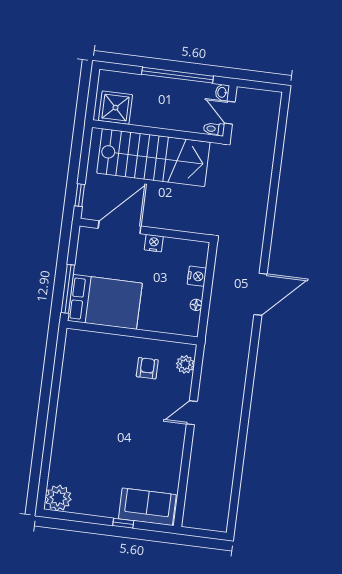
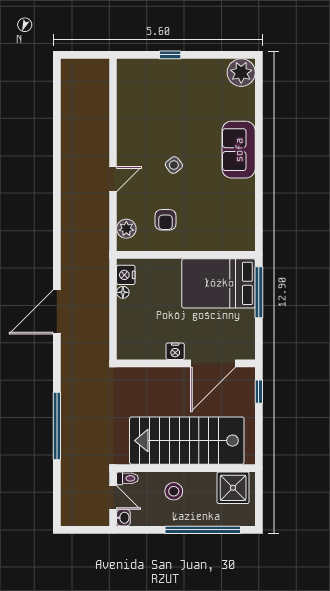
window: (177, 75) -> (203, 530), moved
stool: (172, 111) -> (174, 491), added
window: (274, 187) -> (57, 426), added
nightstand: (197, 276) -> (126, 275), moved
side table: (133, 419) -> (174, 165), added
sofa: (147, 507) -> (239, 150), moved, turned 90

